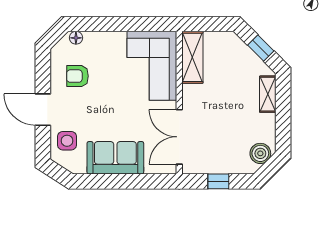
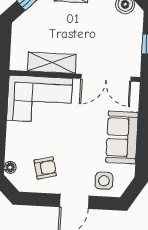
shelving: (192, 57) -> (52, 63), moved
armchair: (77, 76) -> (45, 168), turned -103

